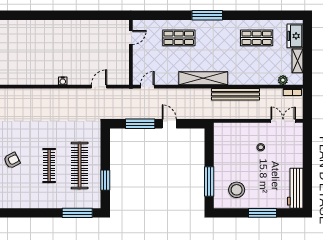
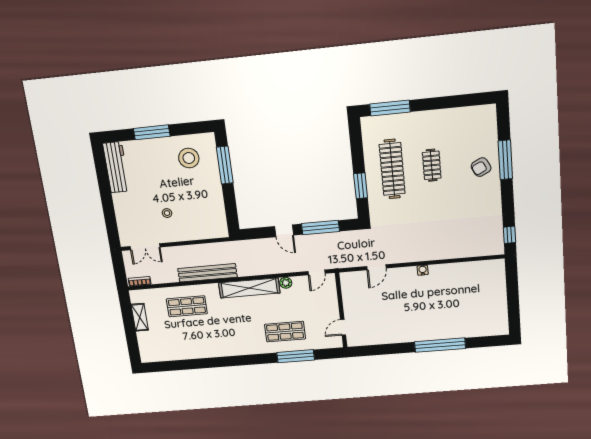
window: (54, 15) -> (440, 345), added
window: (207, 15) -> (296, 356), moved
freezer: (295, 36) -> (147, 345), removed
shop shelf: (257, 38) -> (187, 306), moved
plant: (283, 80) -> (286, 283), moved
clothes rail: (49, 166) -> (432, 165), width x0.73
window: (105, 180) -> (361, 186), moved

